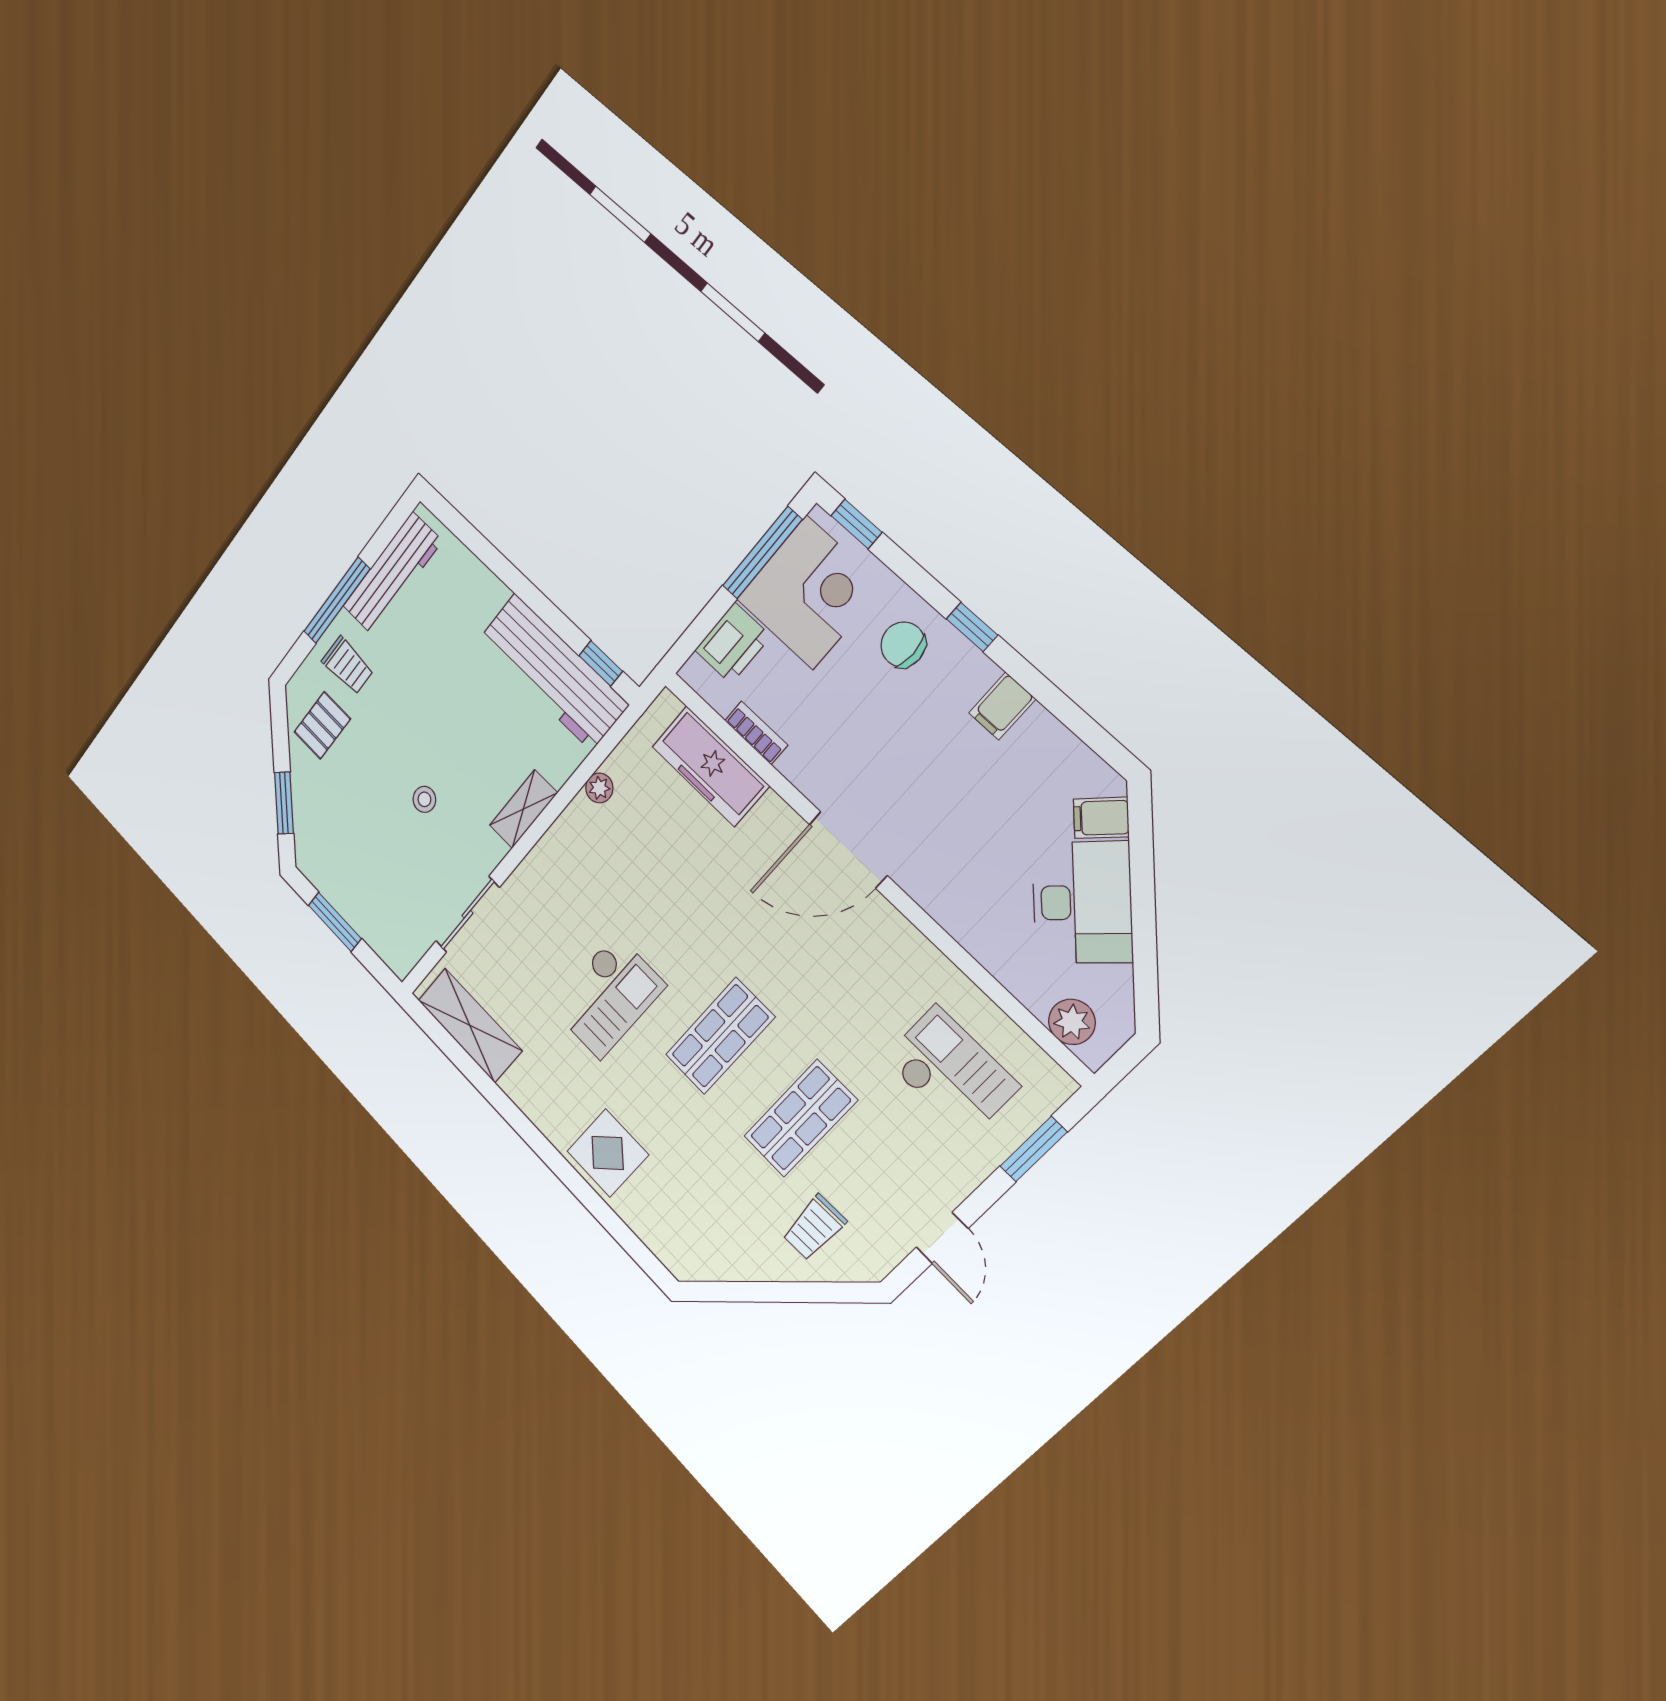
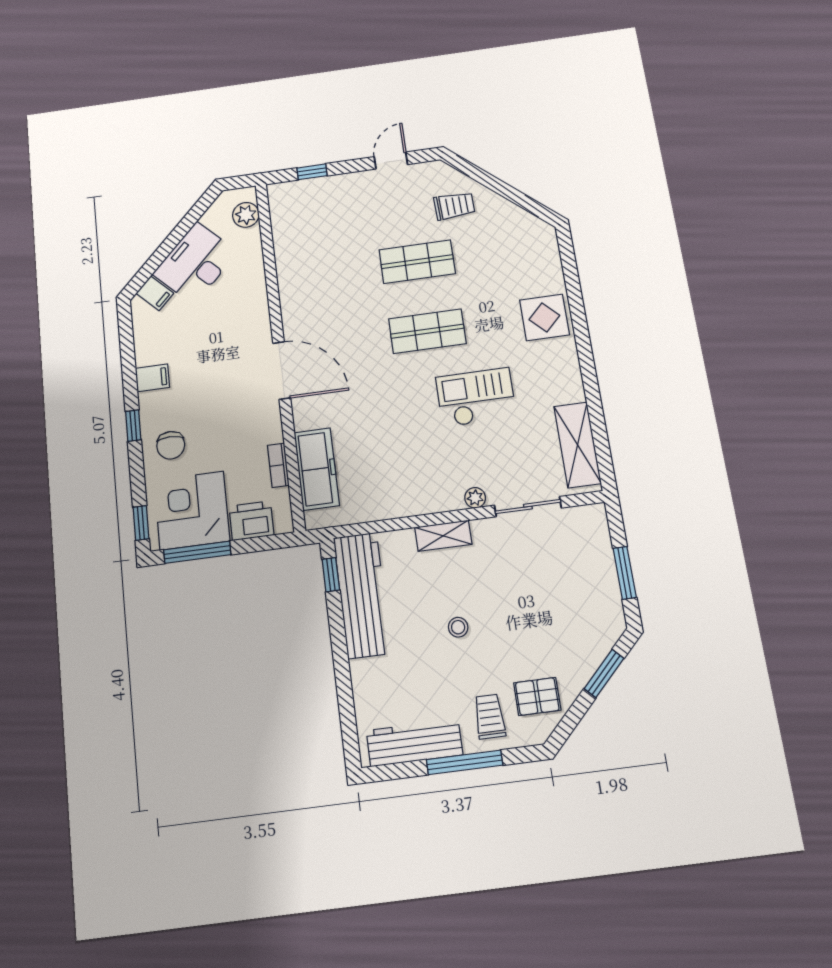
plant: (599, 788) -> (475, 498), moved
stool: (424, 799) -> (458, 627), moved
checkout: (951, 1072) -> (322, 231), removed
window: (1033, 1149) -> (312, 172), width x0.67

